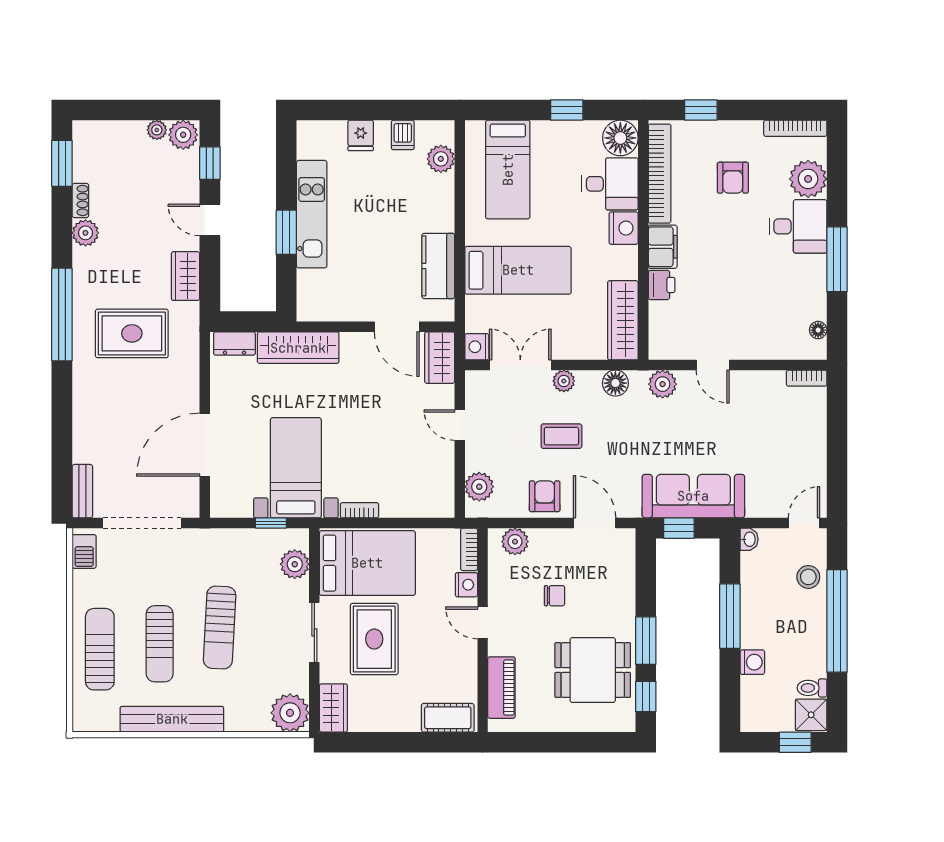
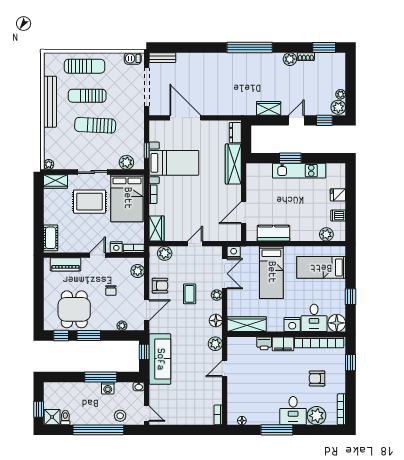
rug: (132, 333) -> (240, 82), removed
wardrobe: (440, 358) -> (157, 228), moved, turned 90
plant: (626, 573) -> (122, 326), added
washing machine: (752, 662) -> (108, 388), moved
plant: (290, 713) -> (49, 164), width x0.53, depth x0.53

